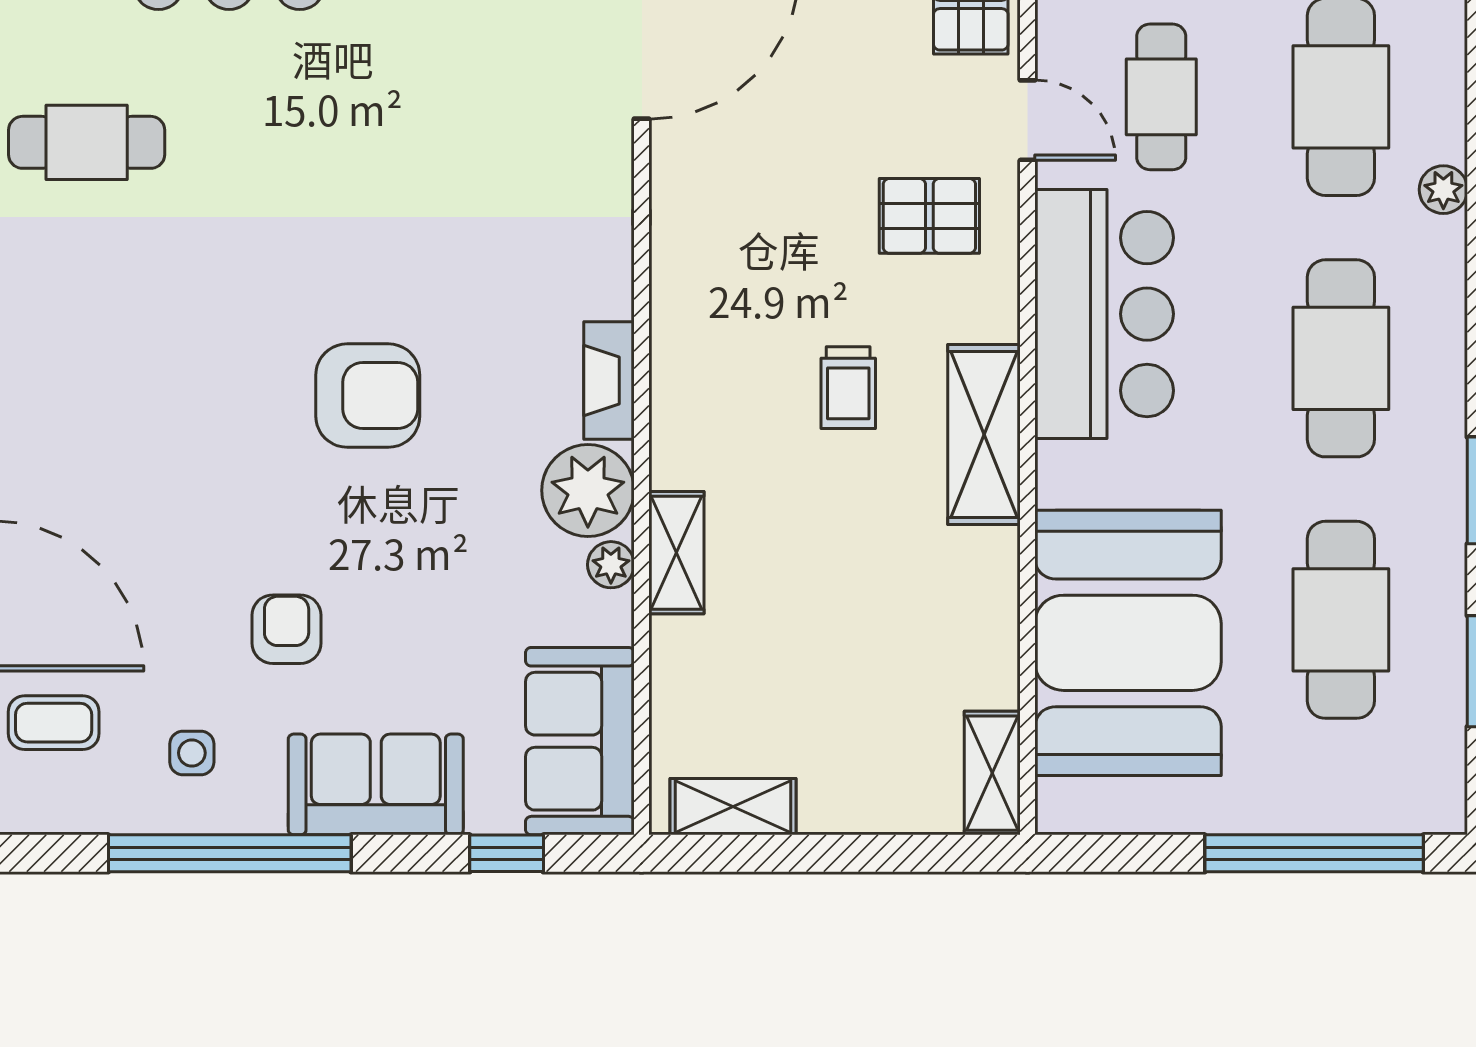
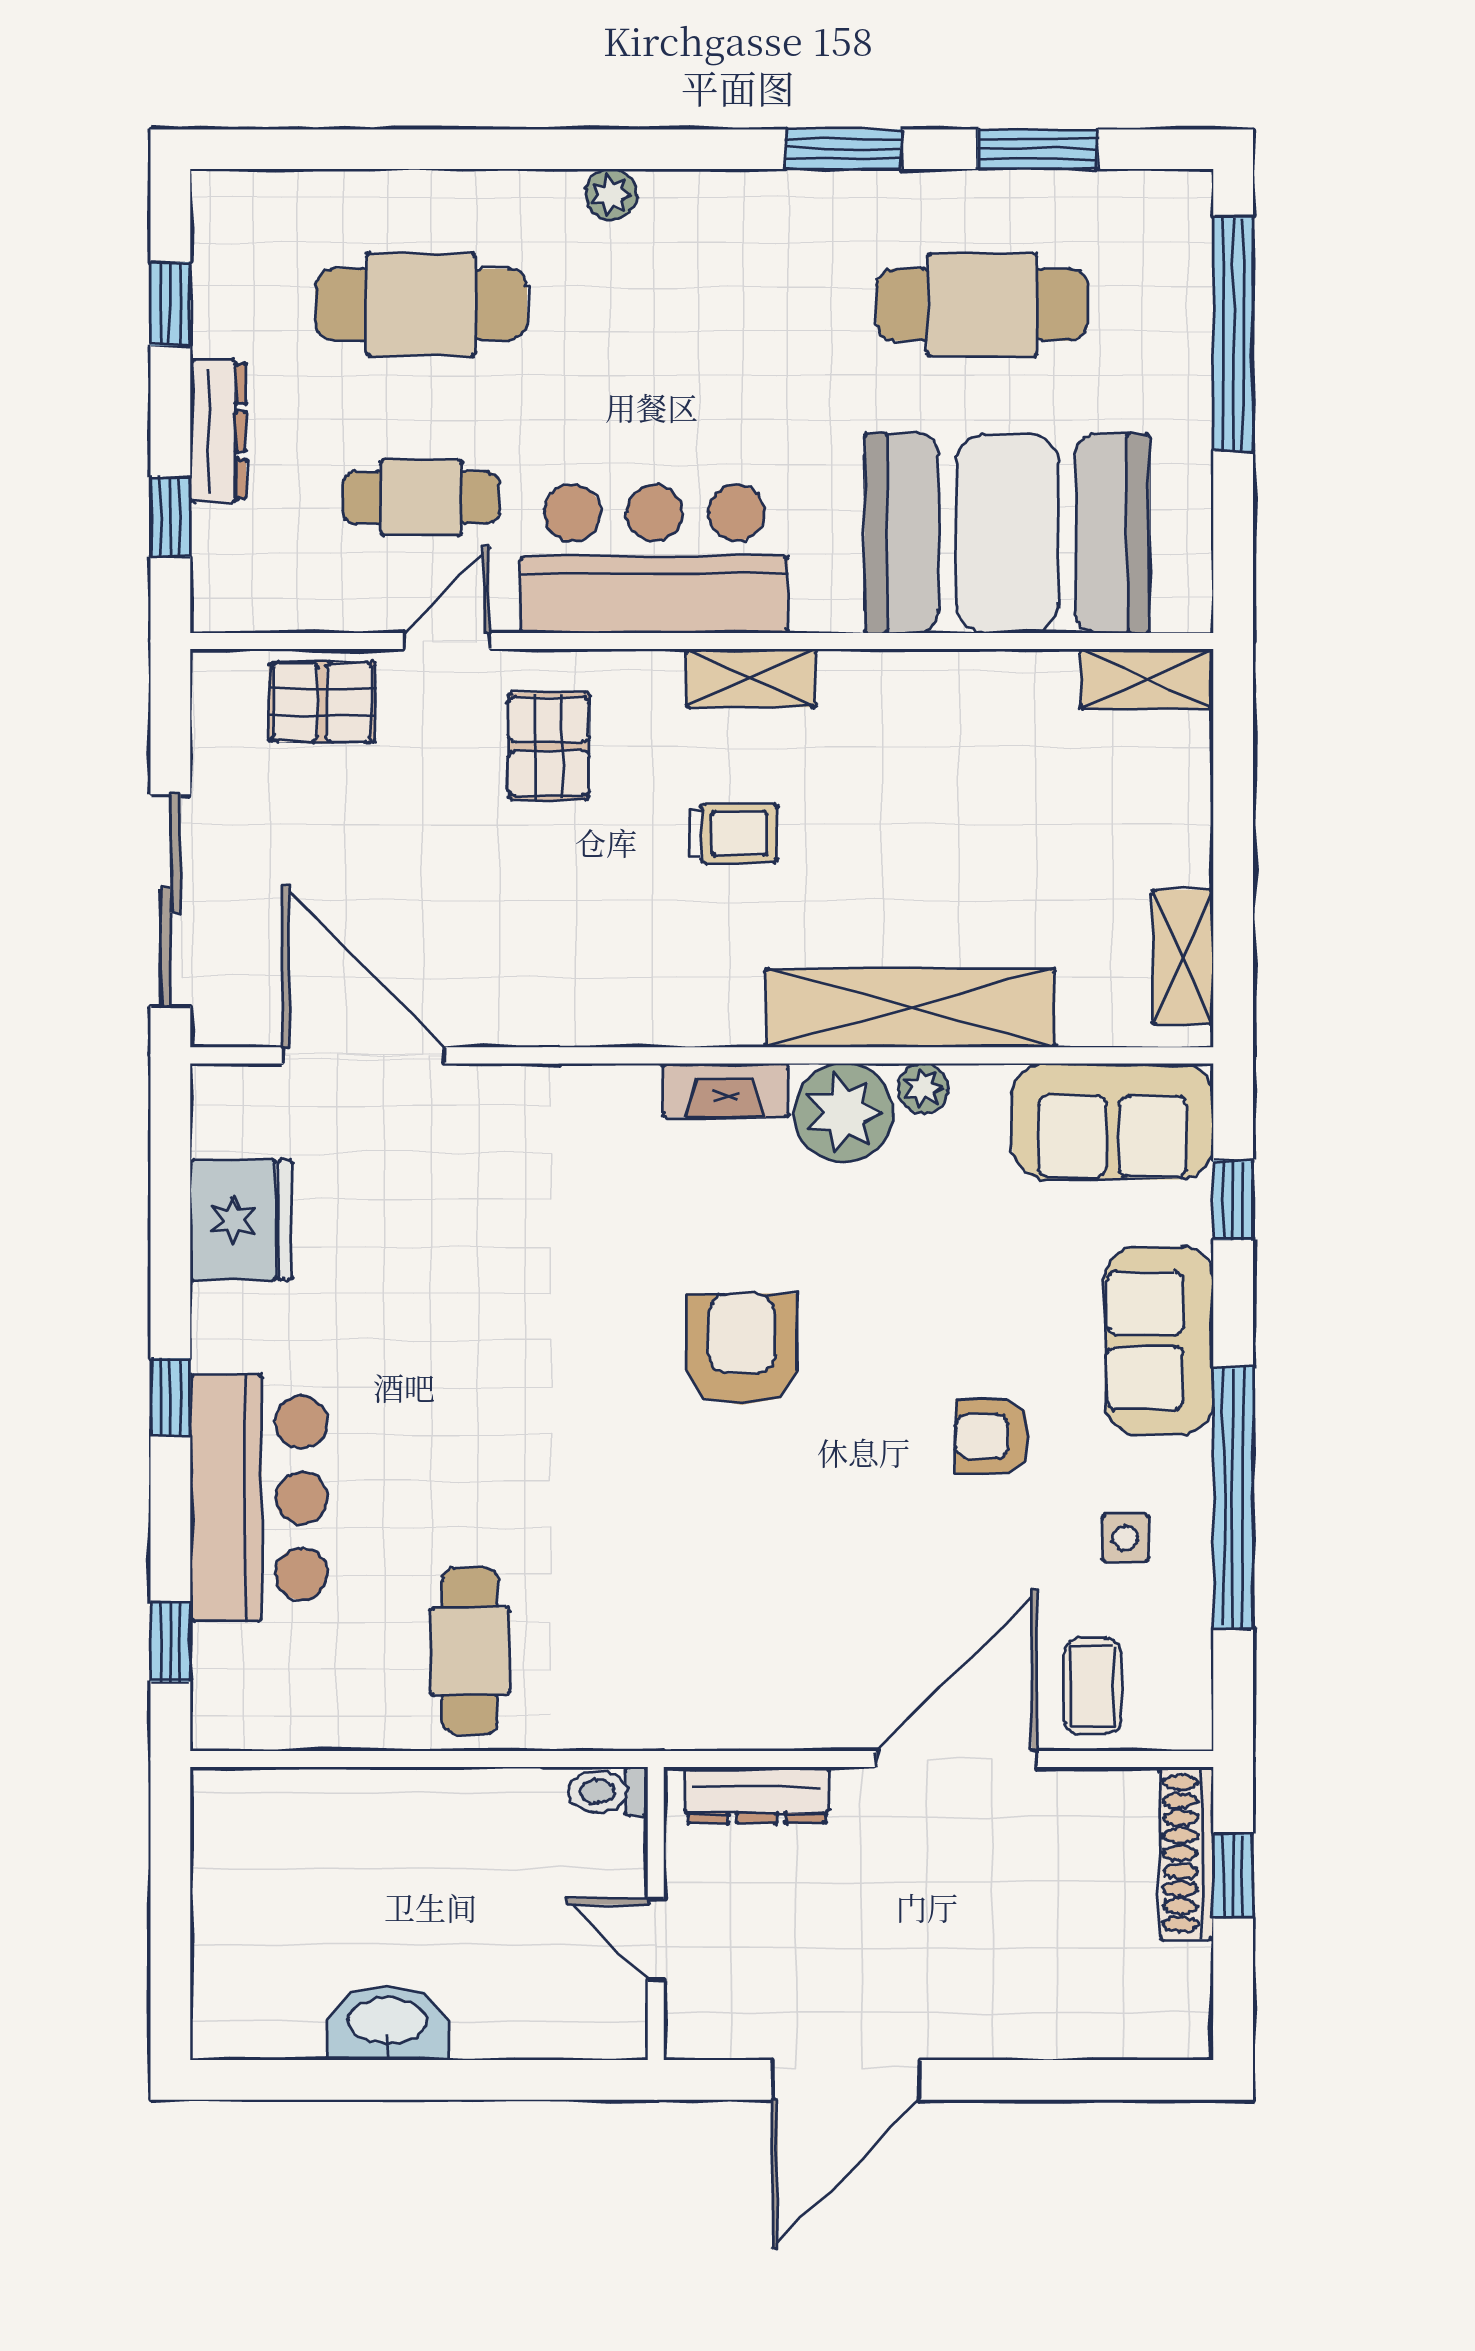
plant: (1443, 190) -> (611, 195), moved
cafe table: (1341, 358) -> (702, 305), removed
shelving: (984, 435) -> (751, 678), width x0.67, depth x0.75
shelving: (676, 553) -> (910, 1008), width x2.20, depth x1.33

